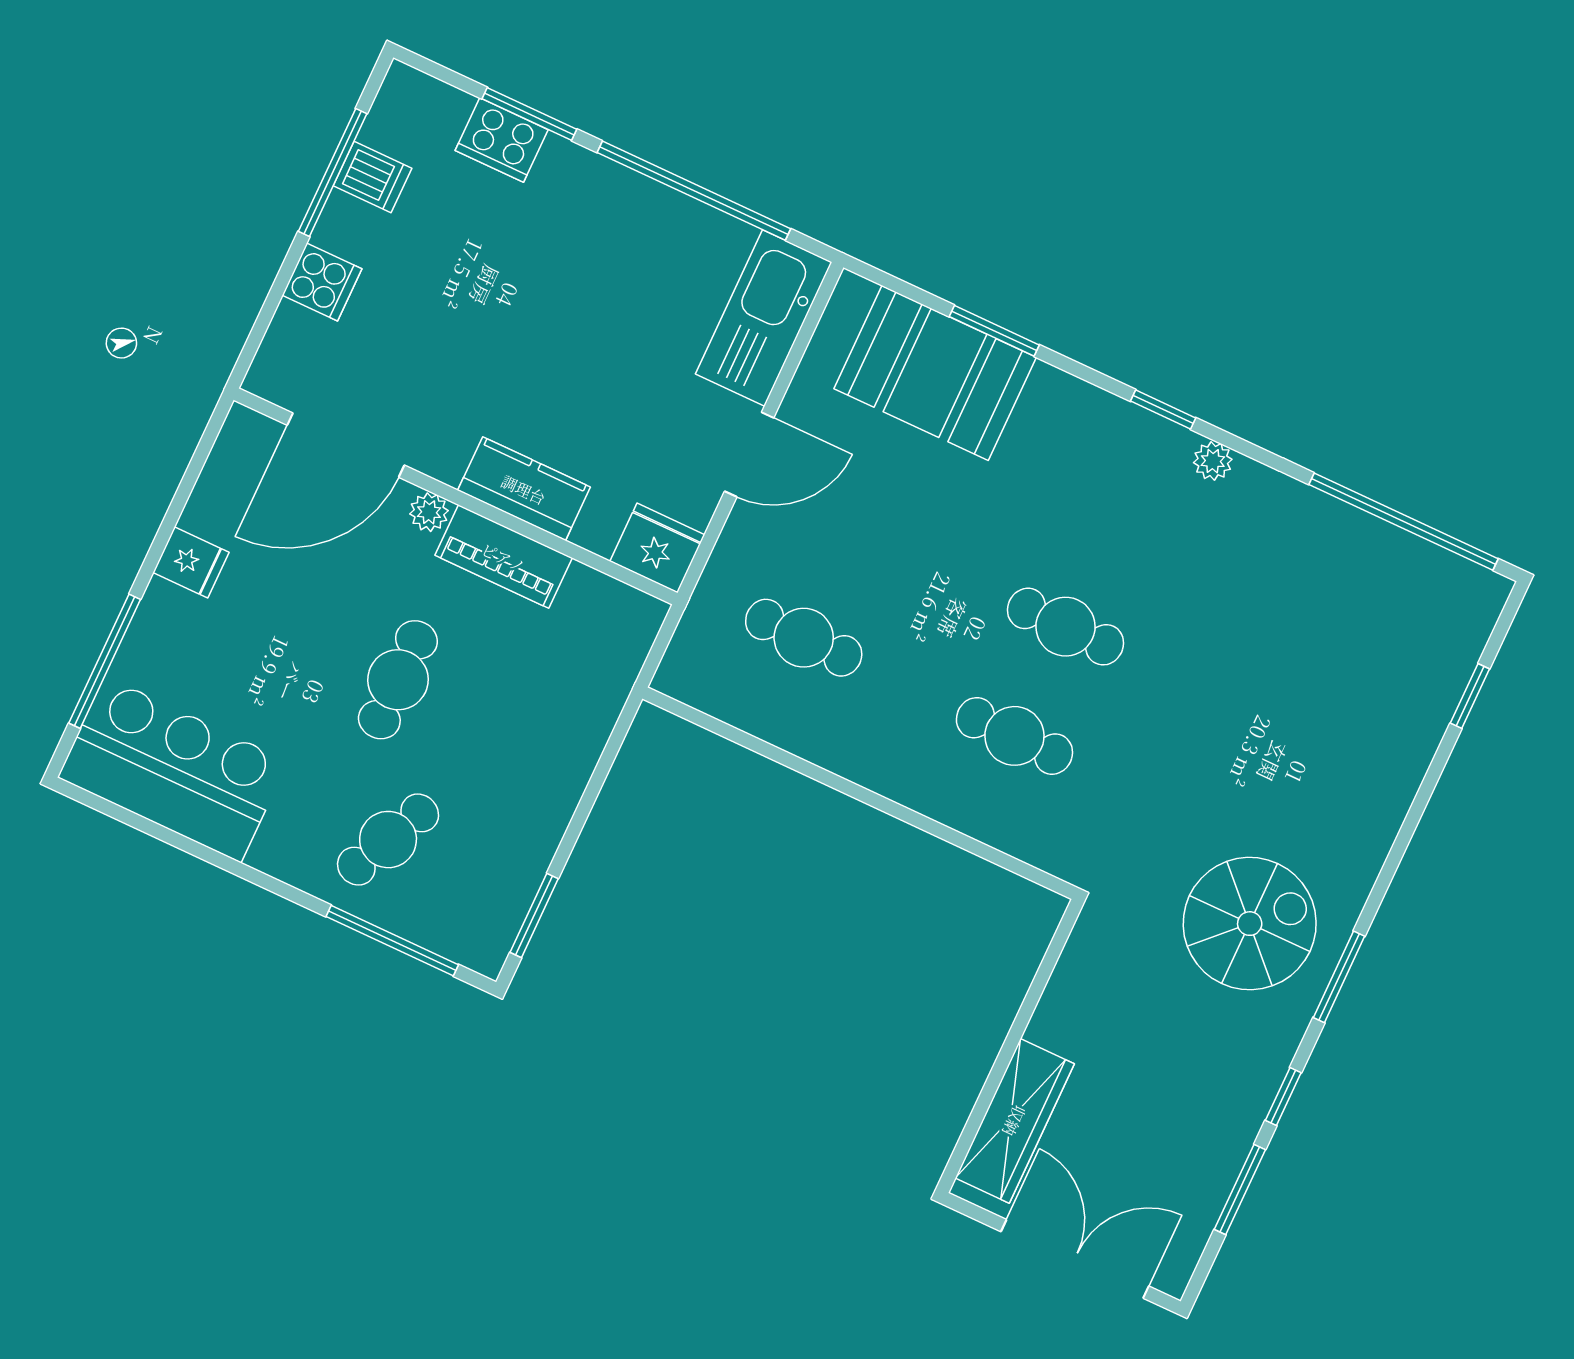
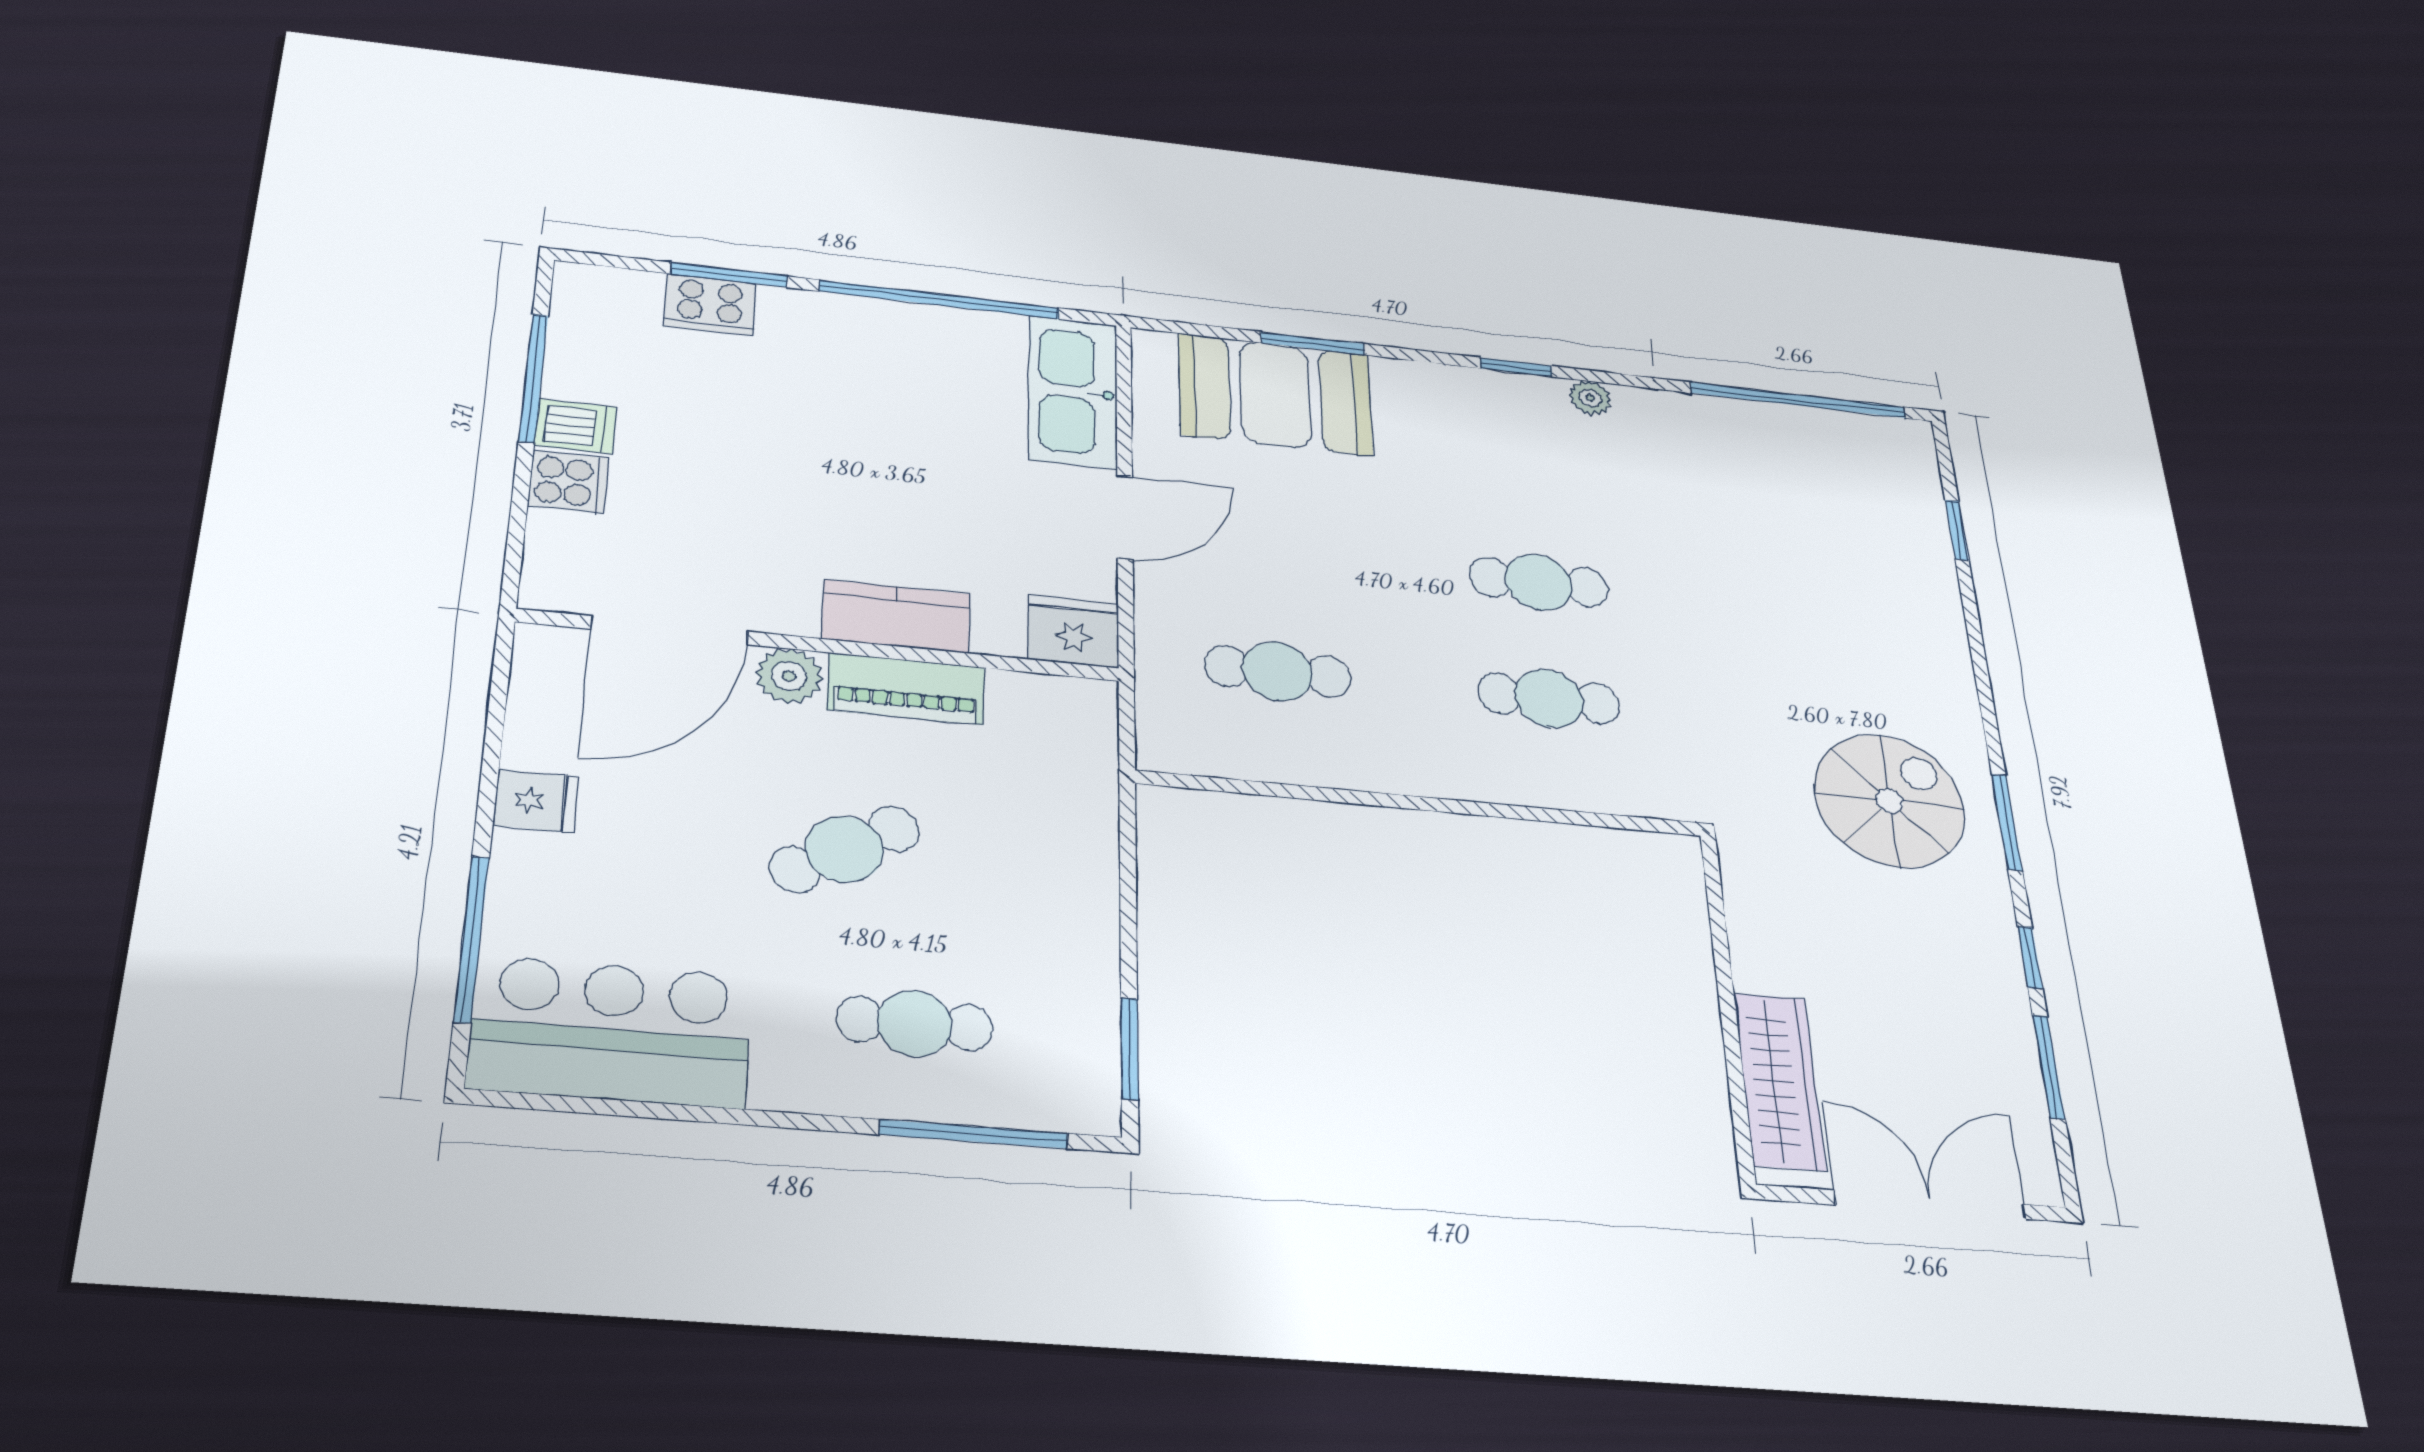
dishwasher: (372, 177) -> (576, 426), moved
plant: (429, 512) -> (789, 676), width x1.38, depth x1.38
cafe table: (398, 680) -> (844, 849), turned 59
cafe table: (388, 840) -> (915, 1023), turned 65

